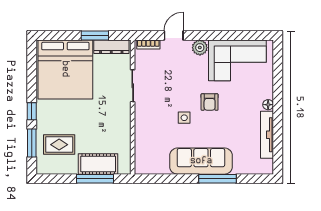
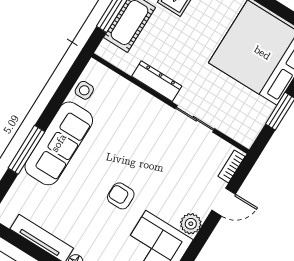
door: (174, 35) -> (224, 202), hinge flipped
dresser: (111, 47) -> (157, 81), moved, turned 90
side table: (184, 118) -> (84, 90), moved

